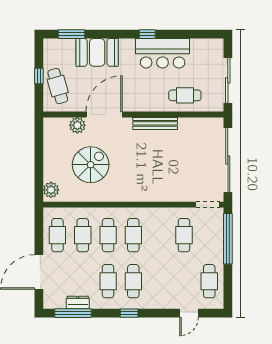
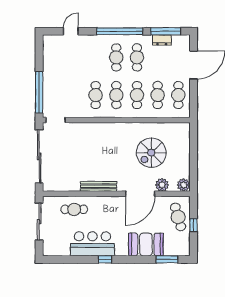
plant: (51, 190) -> (184, 185), moved
cafe table: (184, 235) -> (96, 95), moved
cafe table: (209, 281) -> (54, 57), removed
window: (129, 313) -> (120, 31), width x3.17

